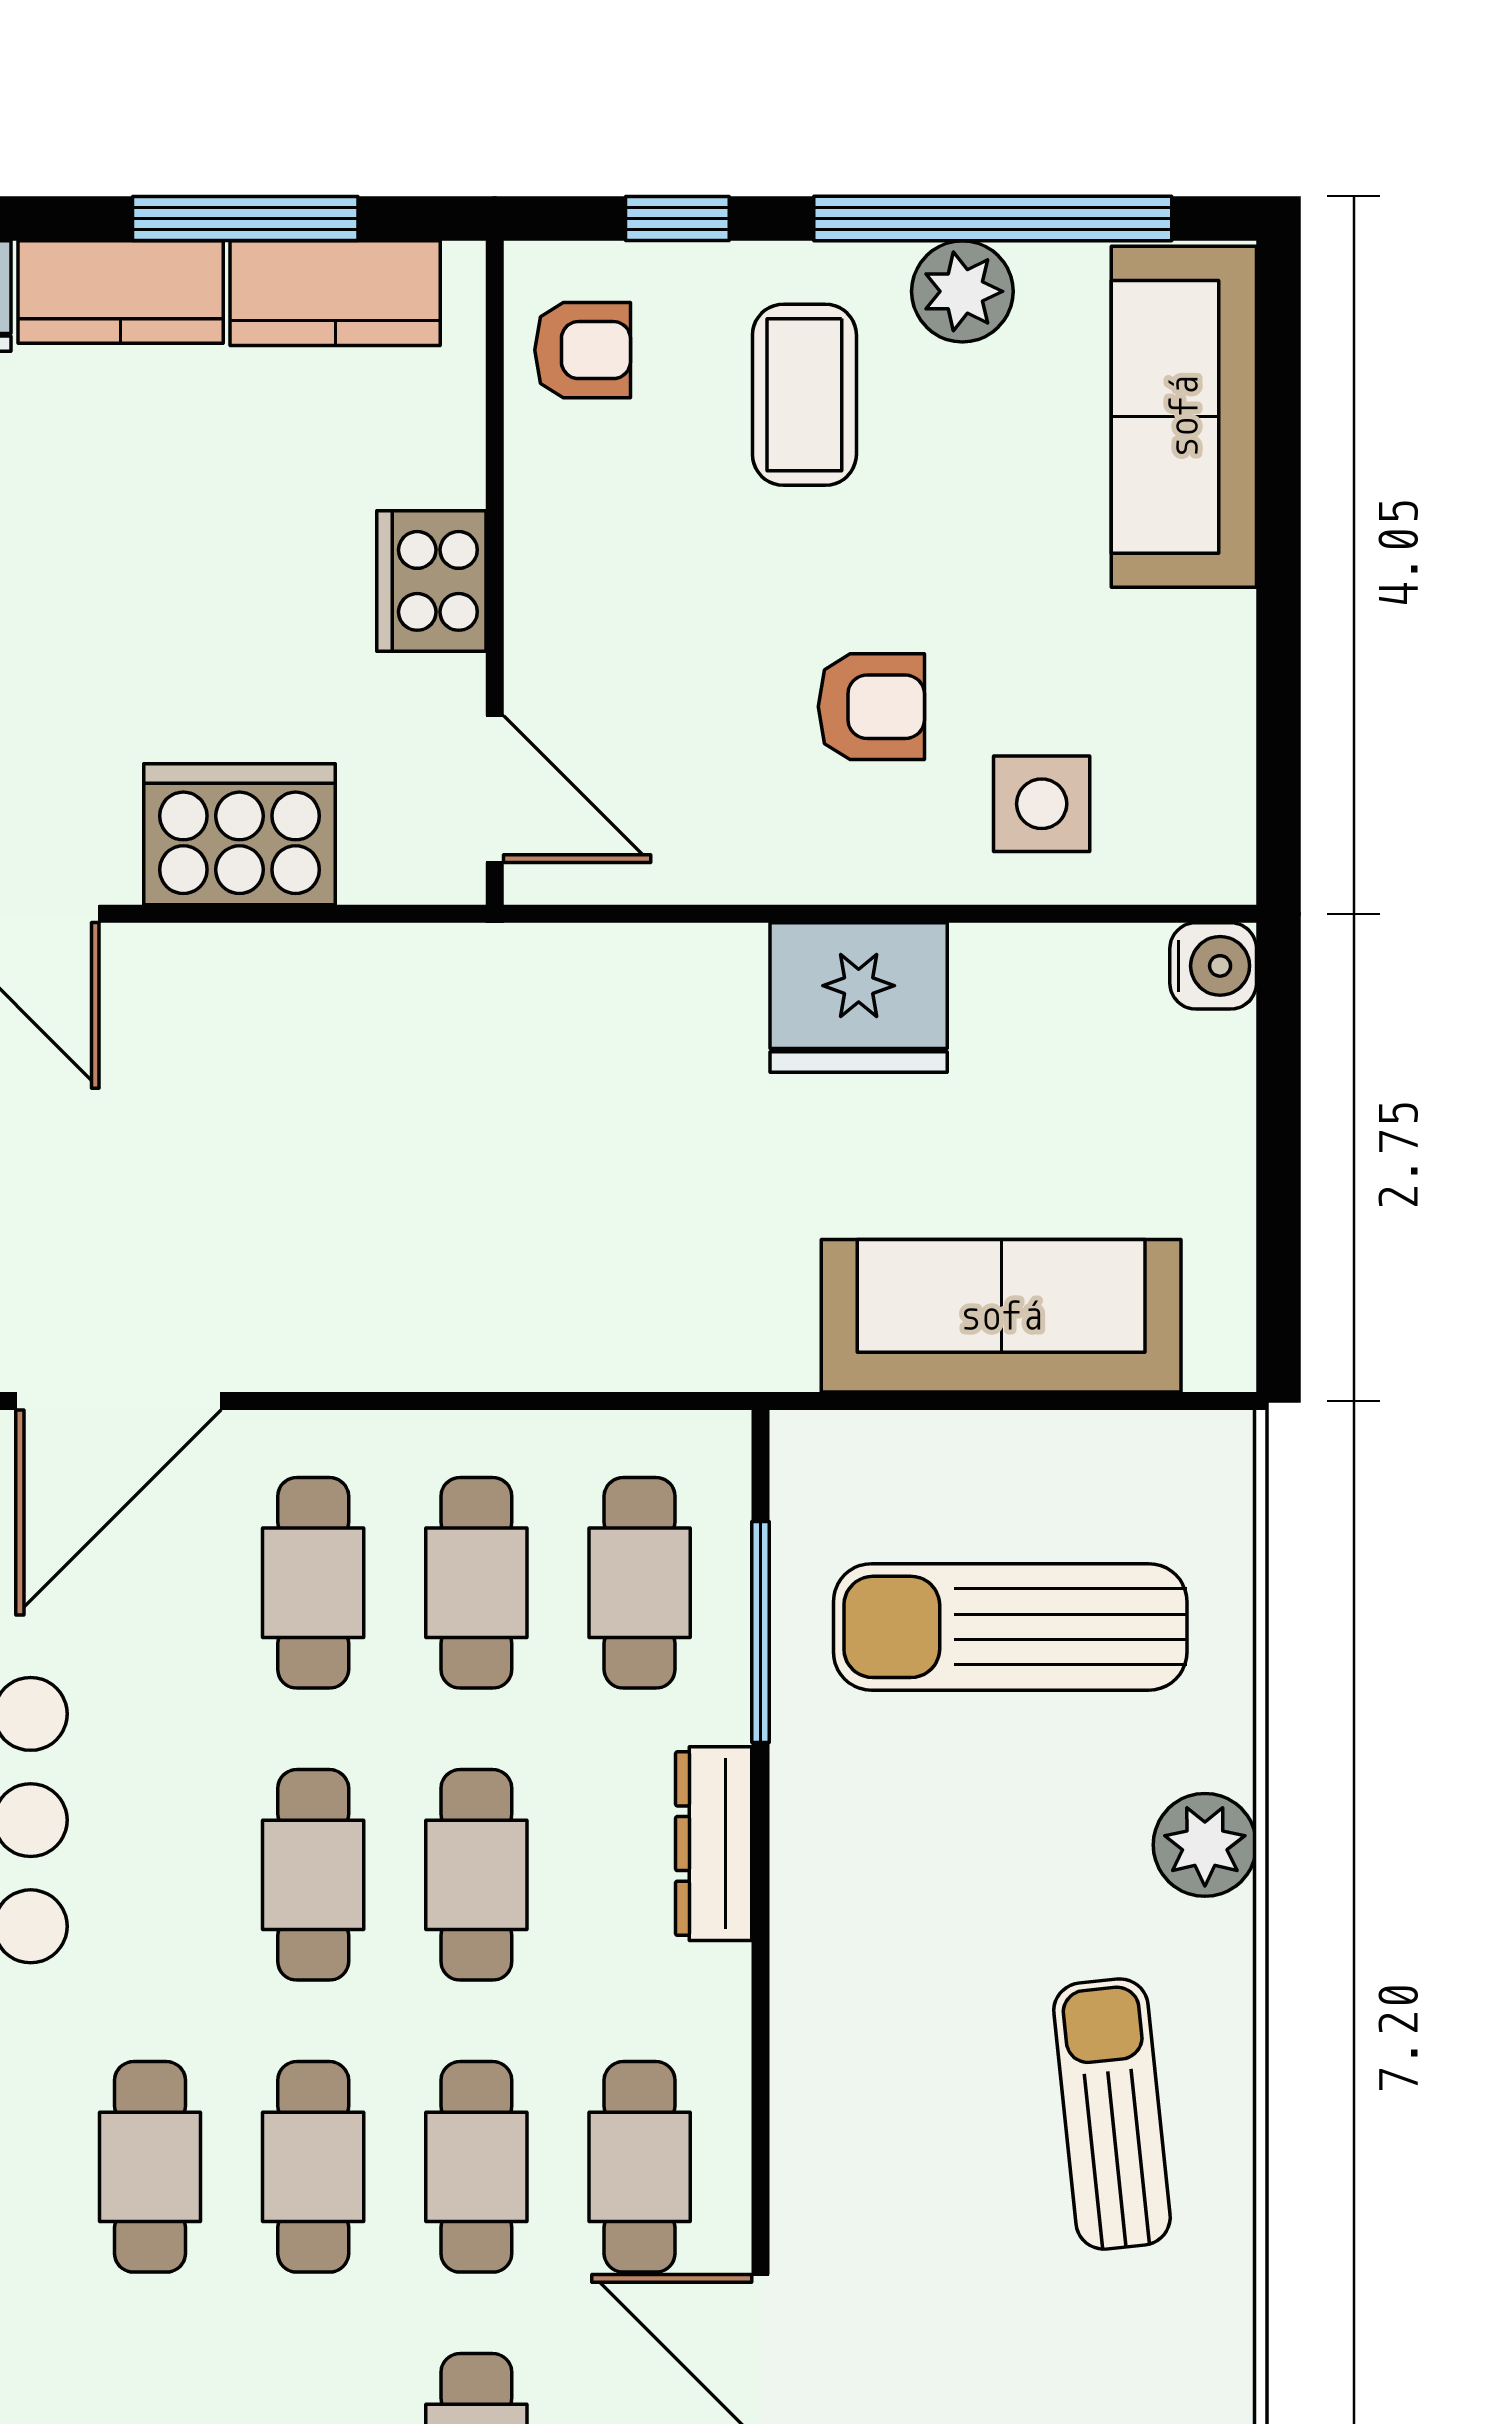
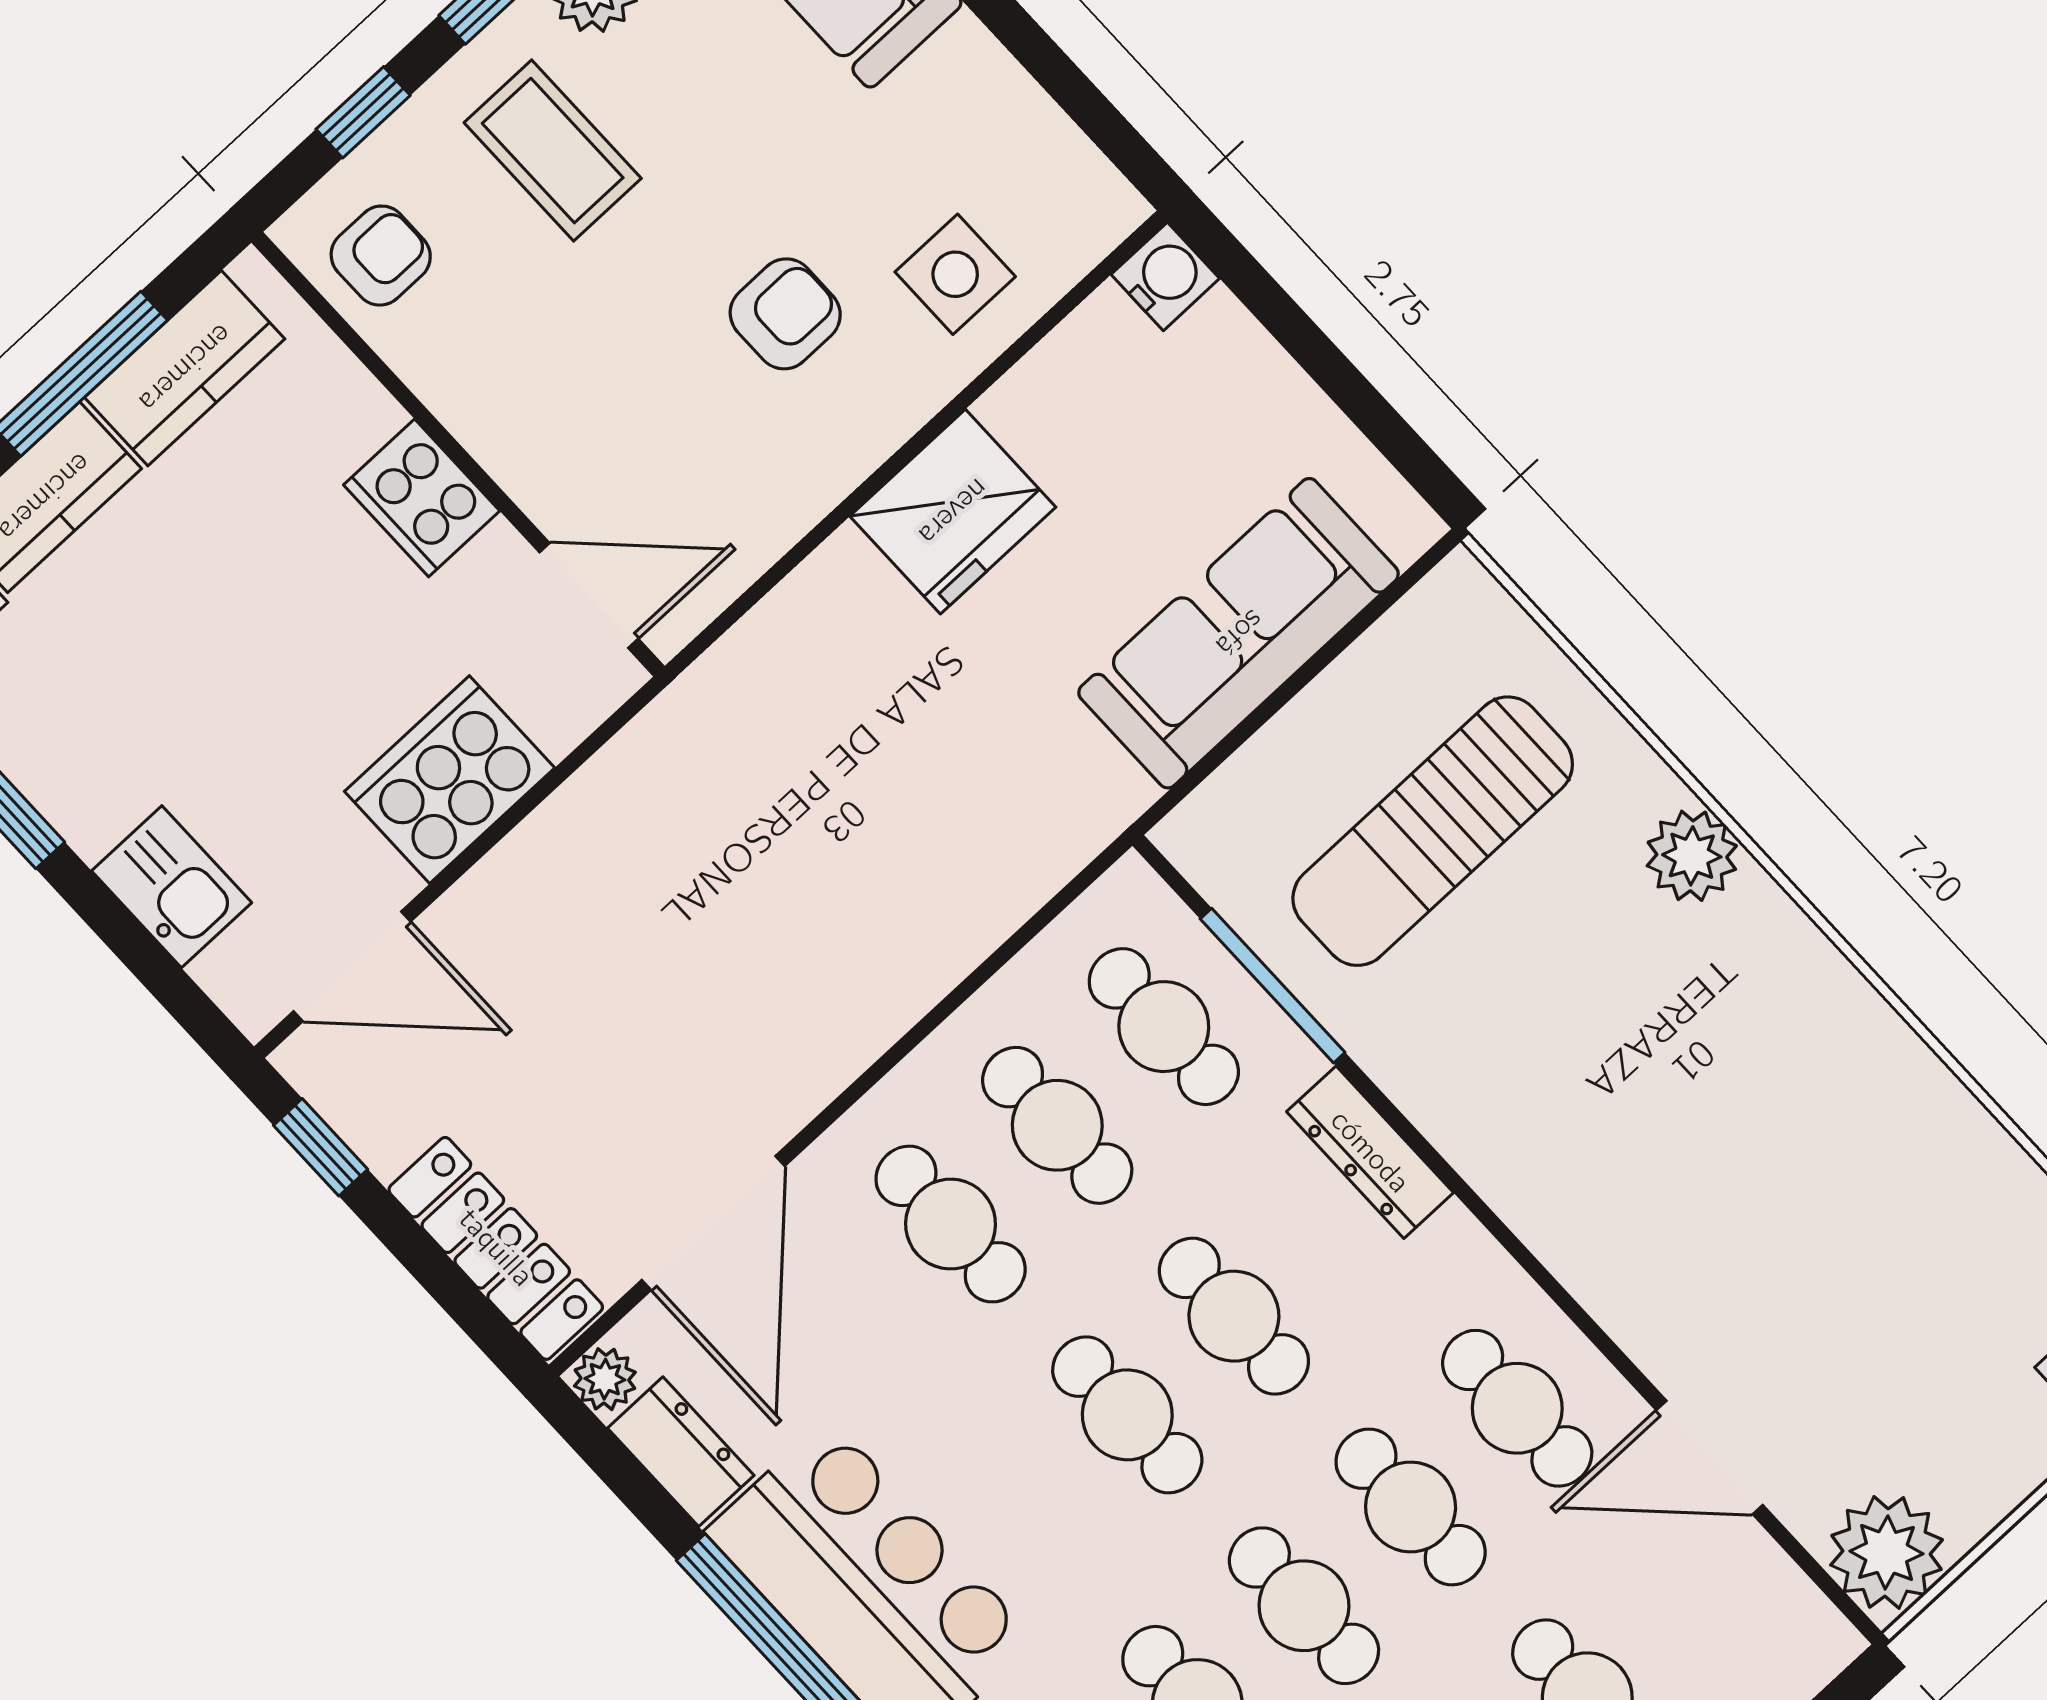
sun lounger: (1112, 2114) -> (1794, 1088), removed

